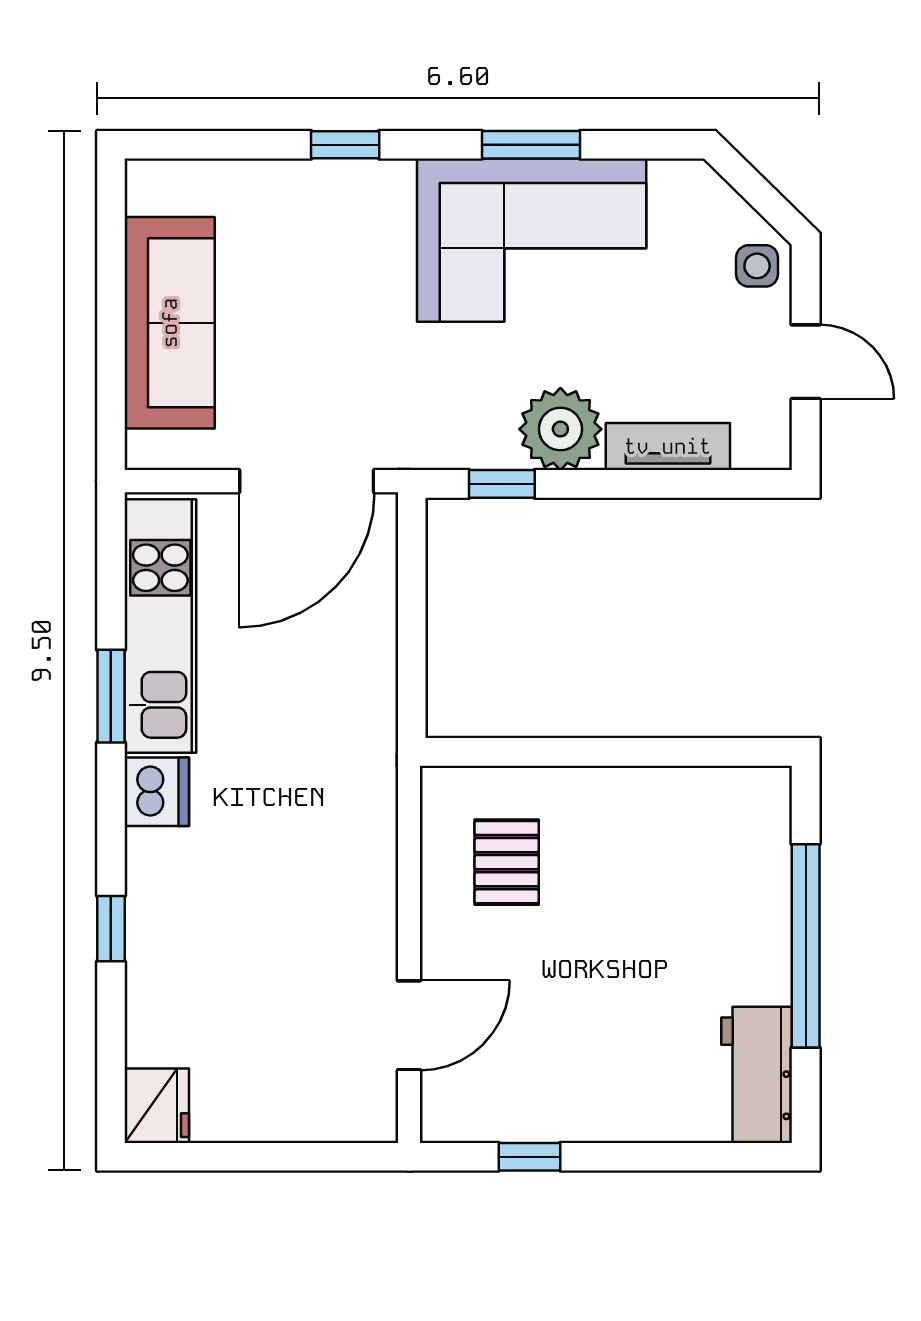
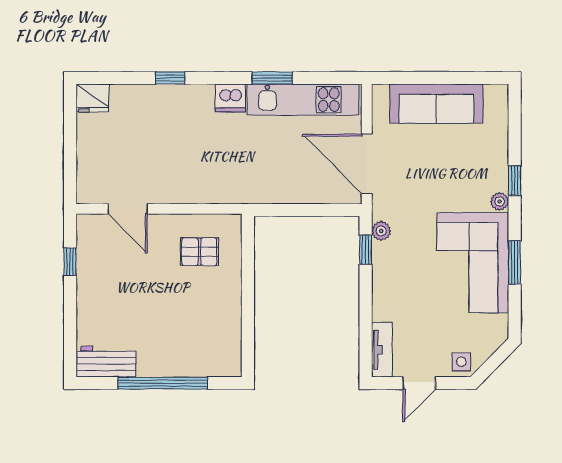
plant: (392, 179) -> (499, 201), added
plant: (560, 429) -> (381, 231), moved, width x0.53, depth x0.53
tv unit: (668, 447) -> (382, 350), moved

